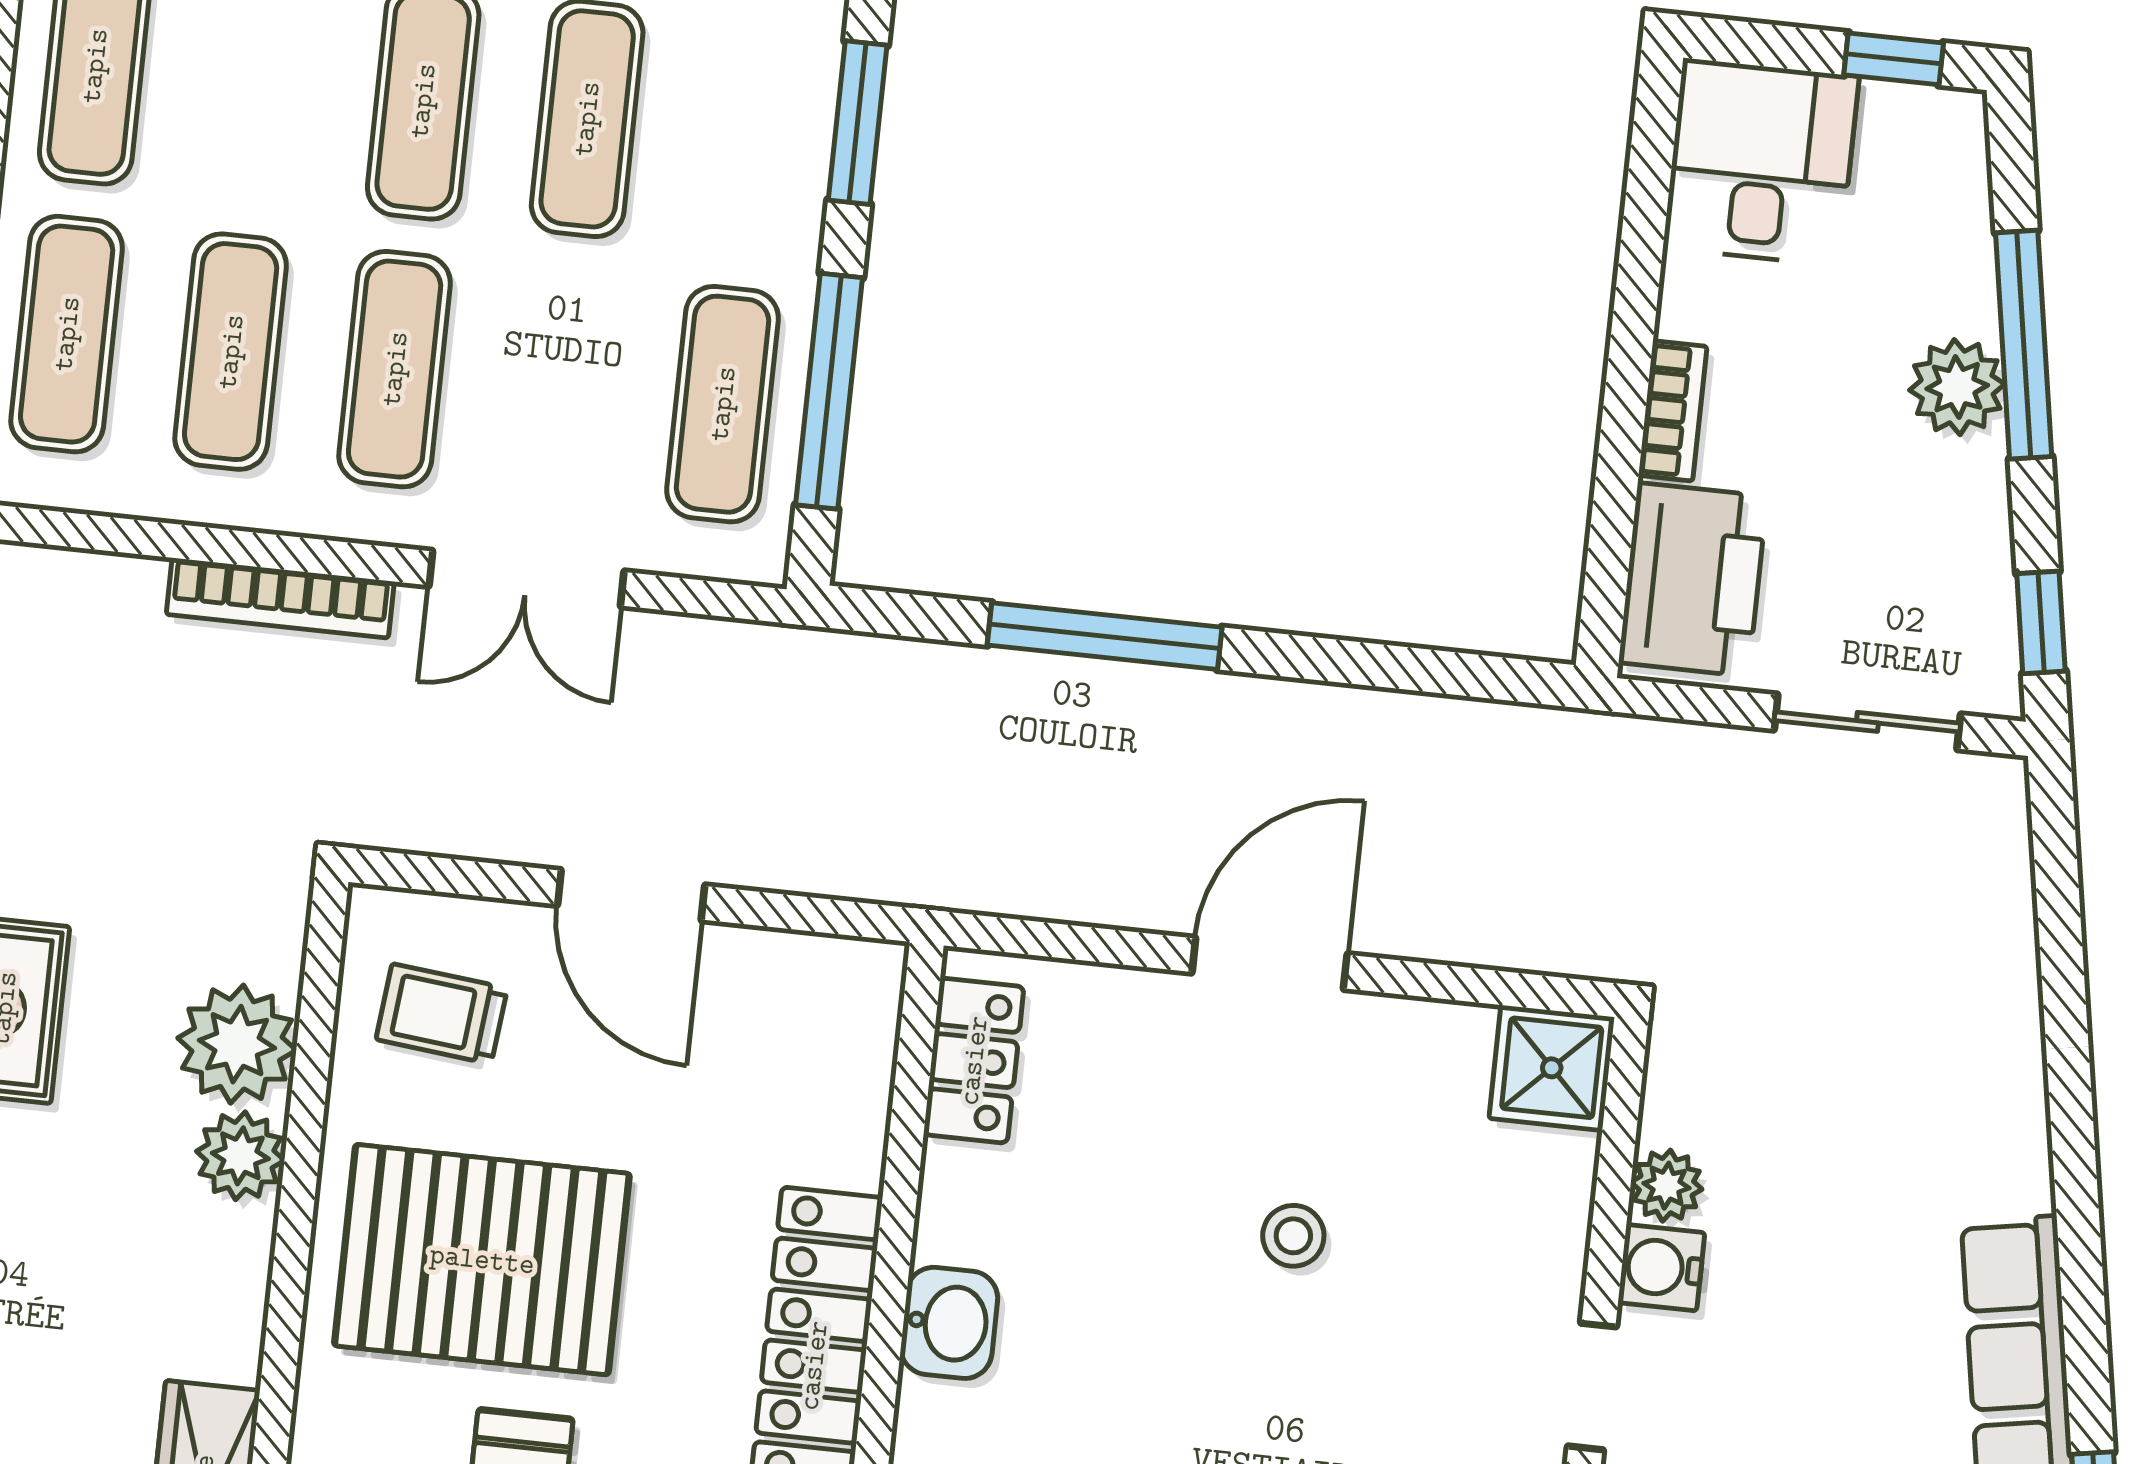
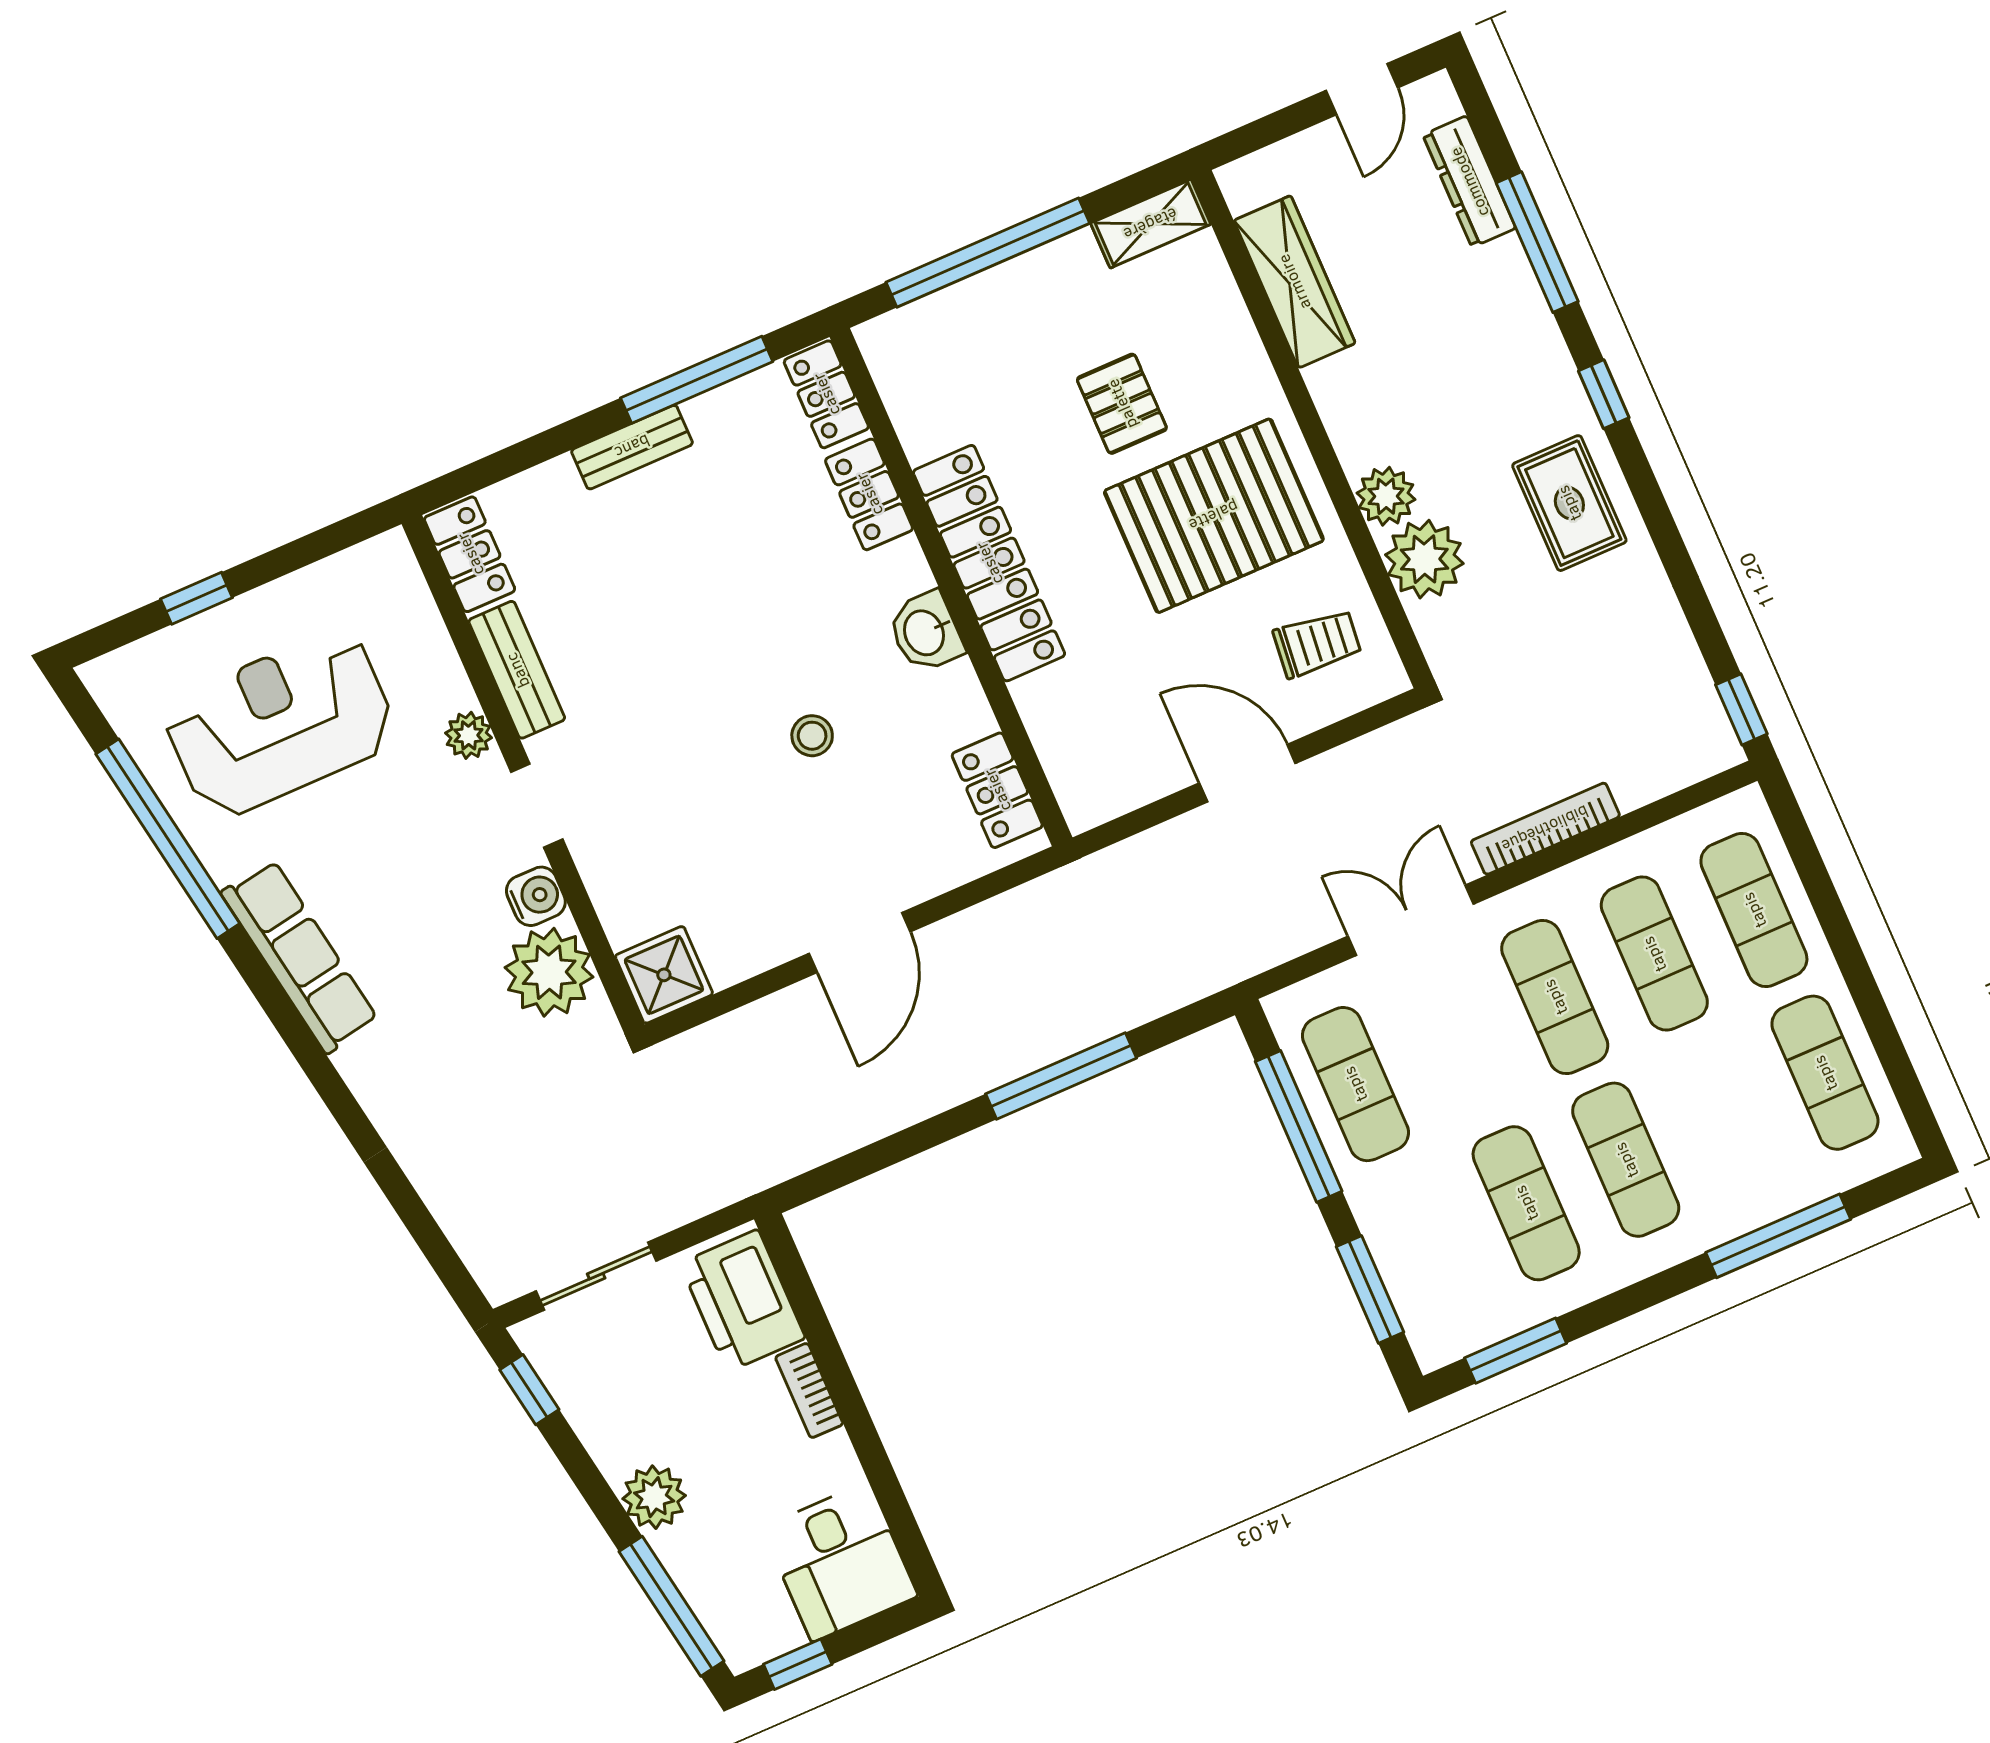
window: (2024, 345) -> (671, 1606), moved
plant: (1667, 1186) -> (549, 972), width x1.88, depth x1.88
stool: (1293, 1236) -> (812, 736), moved

